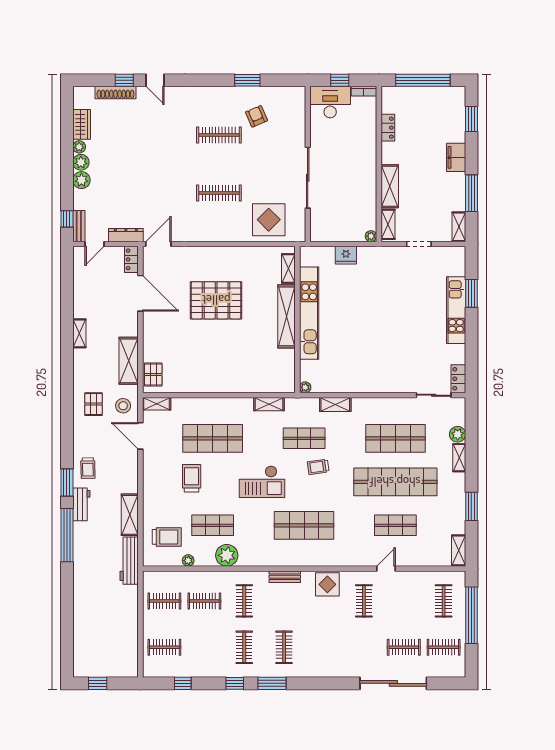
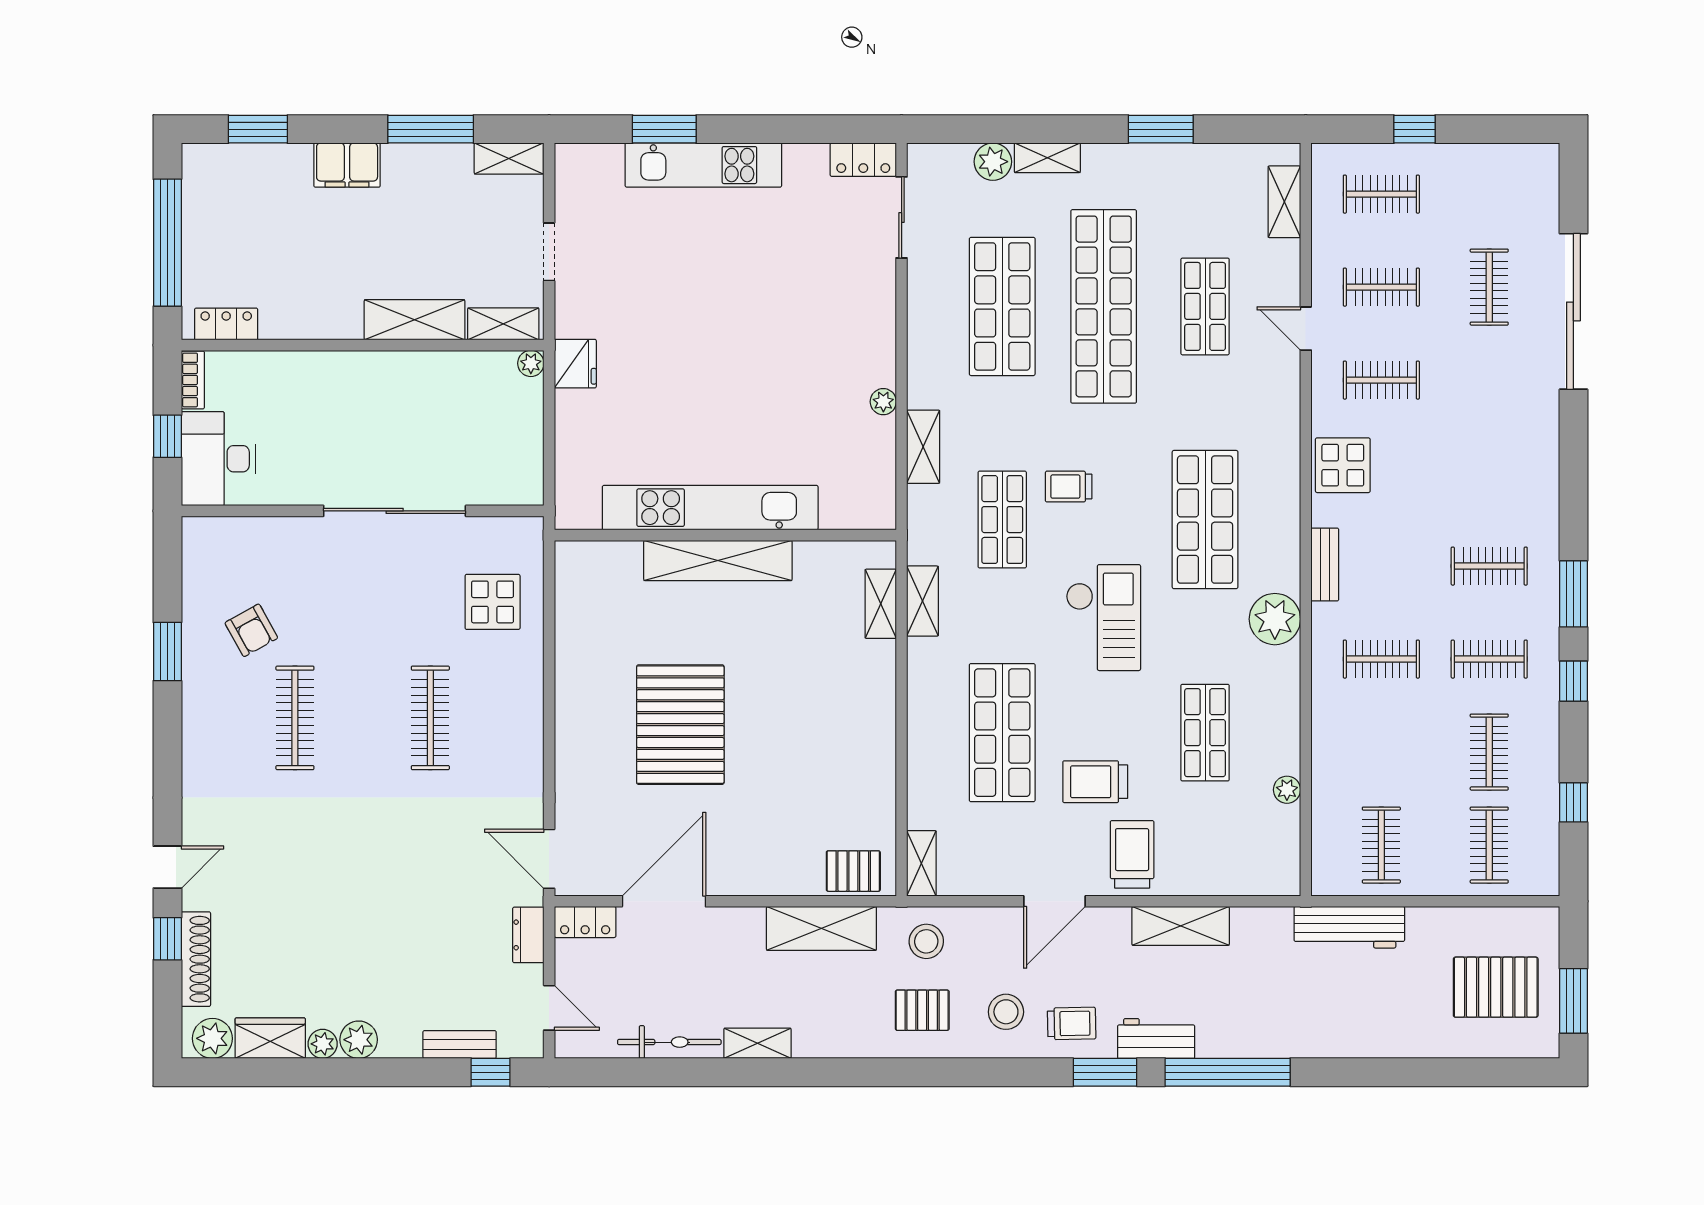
armchair: (257, 116) -> (251, 630), turned -96
locker: (388, 128) -> (226, 324), moved
plant: (81, 180) -> (212, 1038), moved
display table: (269, 220) -> (493, 602), width x0.73, depth x0.73
bench: (79, 226) -> (460, 1044), moved
dresser: (126, 235) -> (528, 935), width x0.70
fridge: (346, 255) -> (575, 364), moved
shelving: (288, 269) -> (881, 604), moved, turned 90
bicycle: (80, 296) -> (669, 1042), added
plant: (305, 387) -> (883, 402), moved
door: (140, 436) -> (1054, 901), moved
stool: (93, 440) -> (1006, 1012), added
trolley: (318, 467) -> (1069, 487), turned 98
trolley: (167, 537) -> (1132, 854), moved
shelving: (459, 550) -> (1284, 202), moved, turned 90
plant: (227, 555) -> (1275, 619), moved
workbench: (129, 561) -> (1349, 927), moved
clothes rail: (204, 601) -> (1489, 752), moved
window: (471, 615) -> (1414, 129), width x0.32
clothes rail: (444, 647) -> (1381, 287), moved, turned 90
pallet: (103, 650) -> (1496, 987), added
window: (98, 683) -> (1573, 1001), width x1.50

